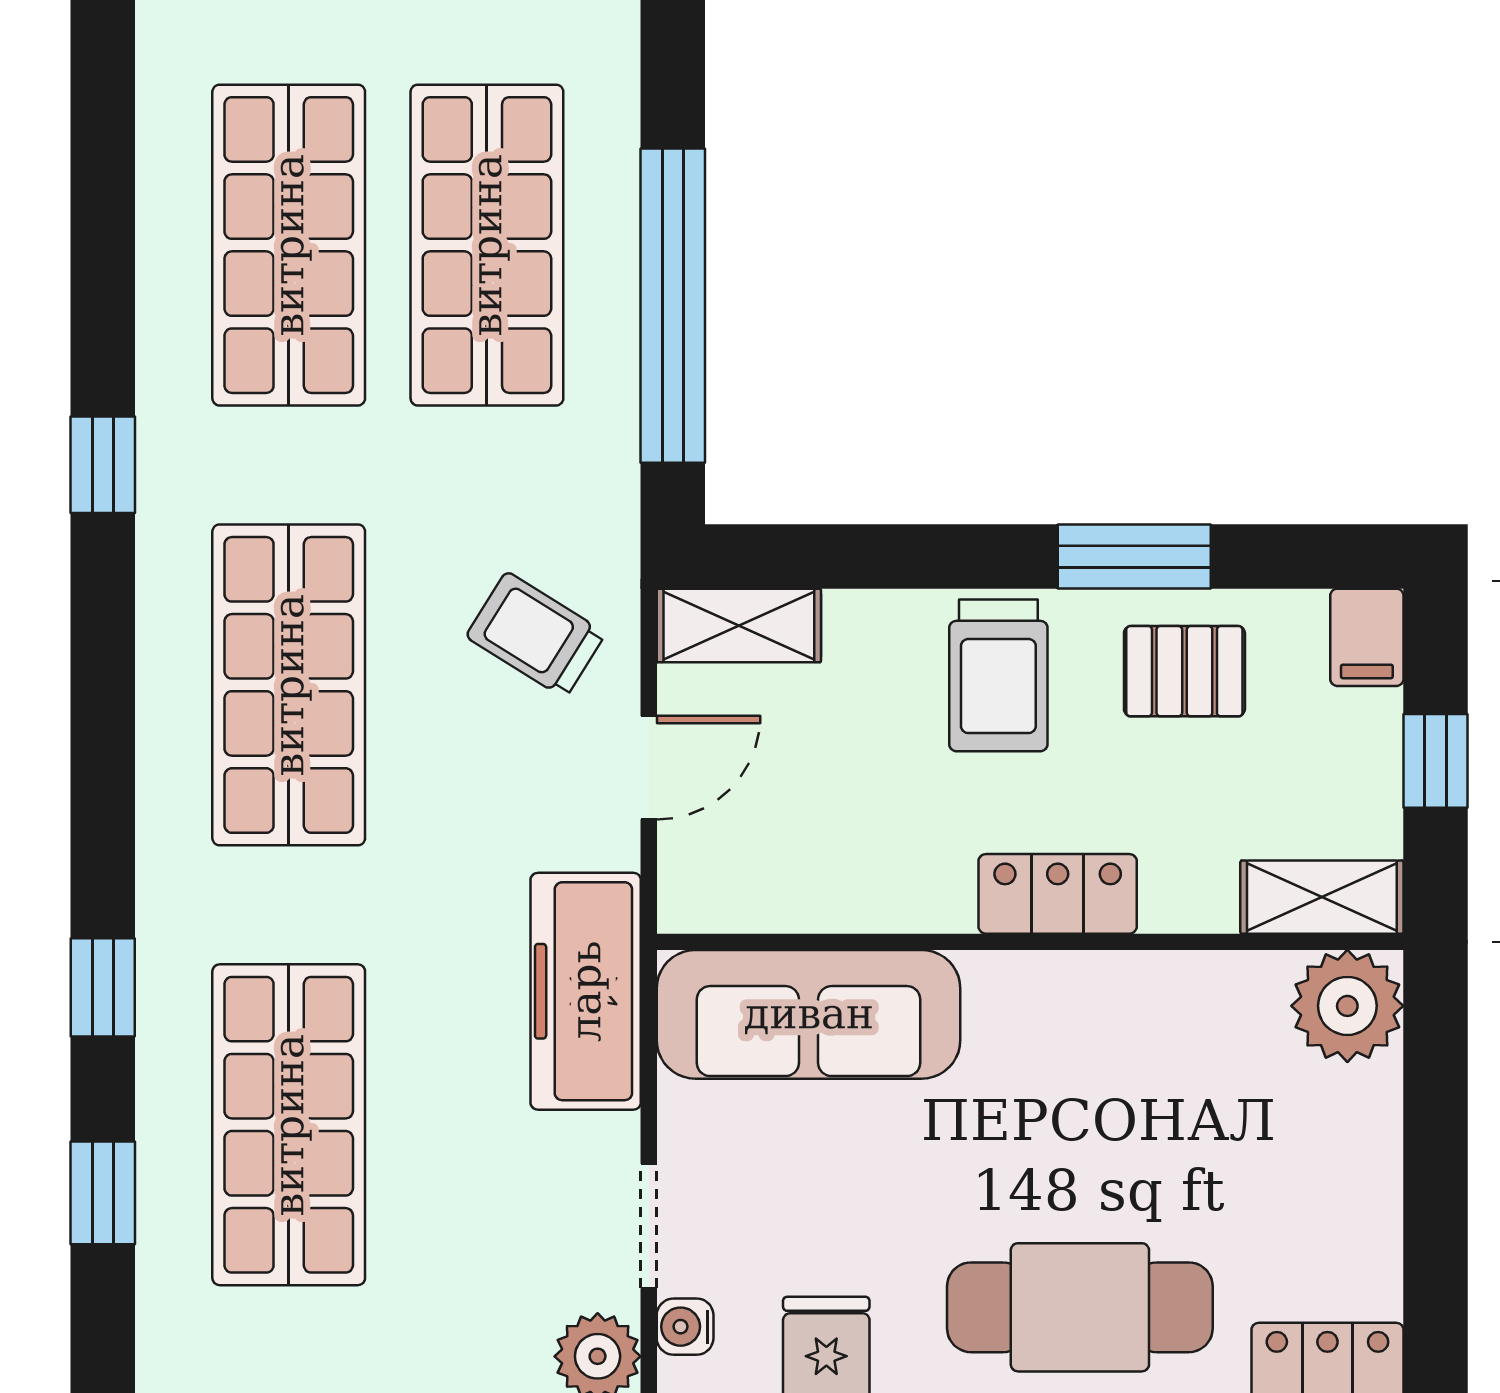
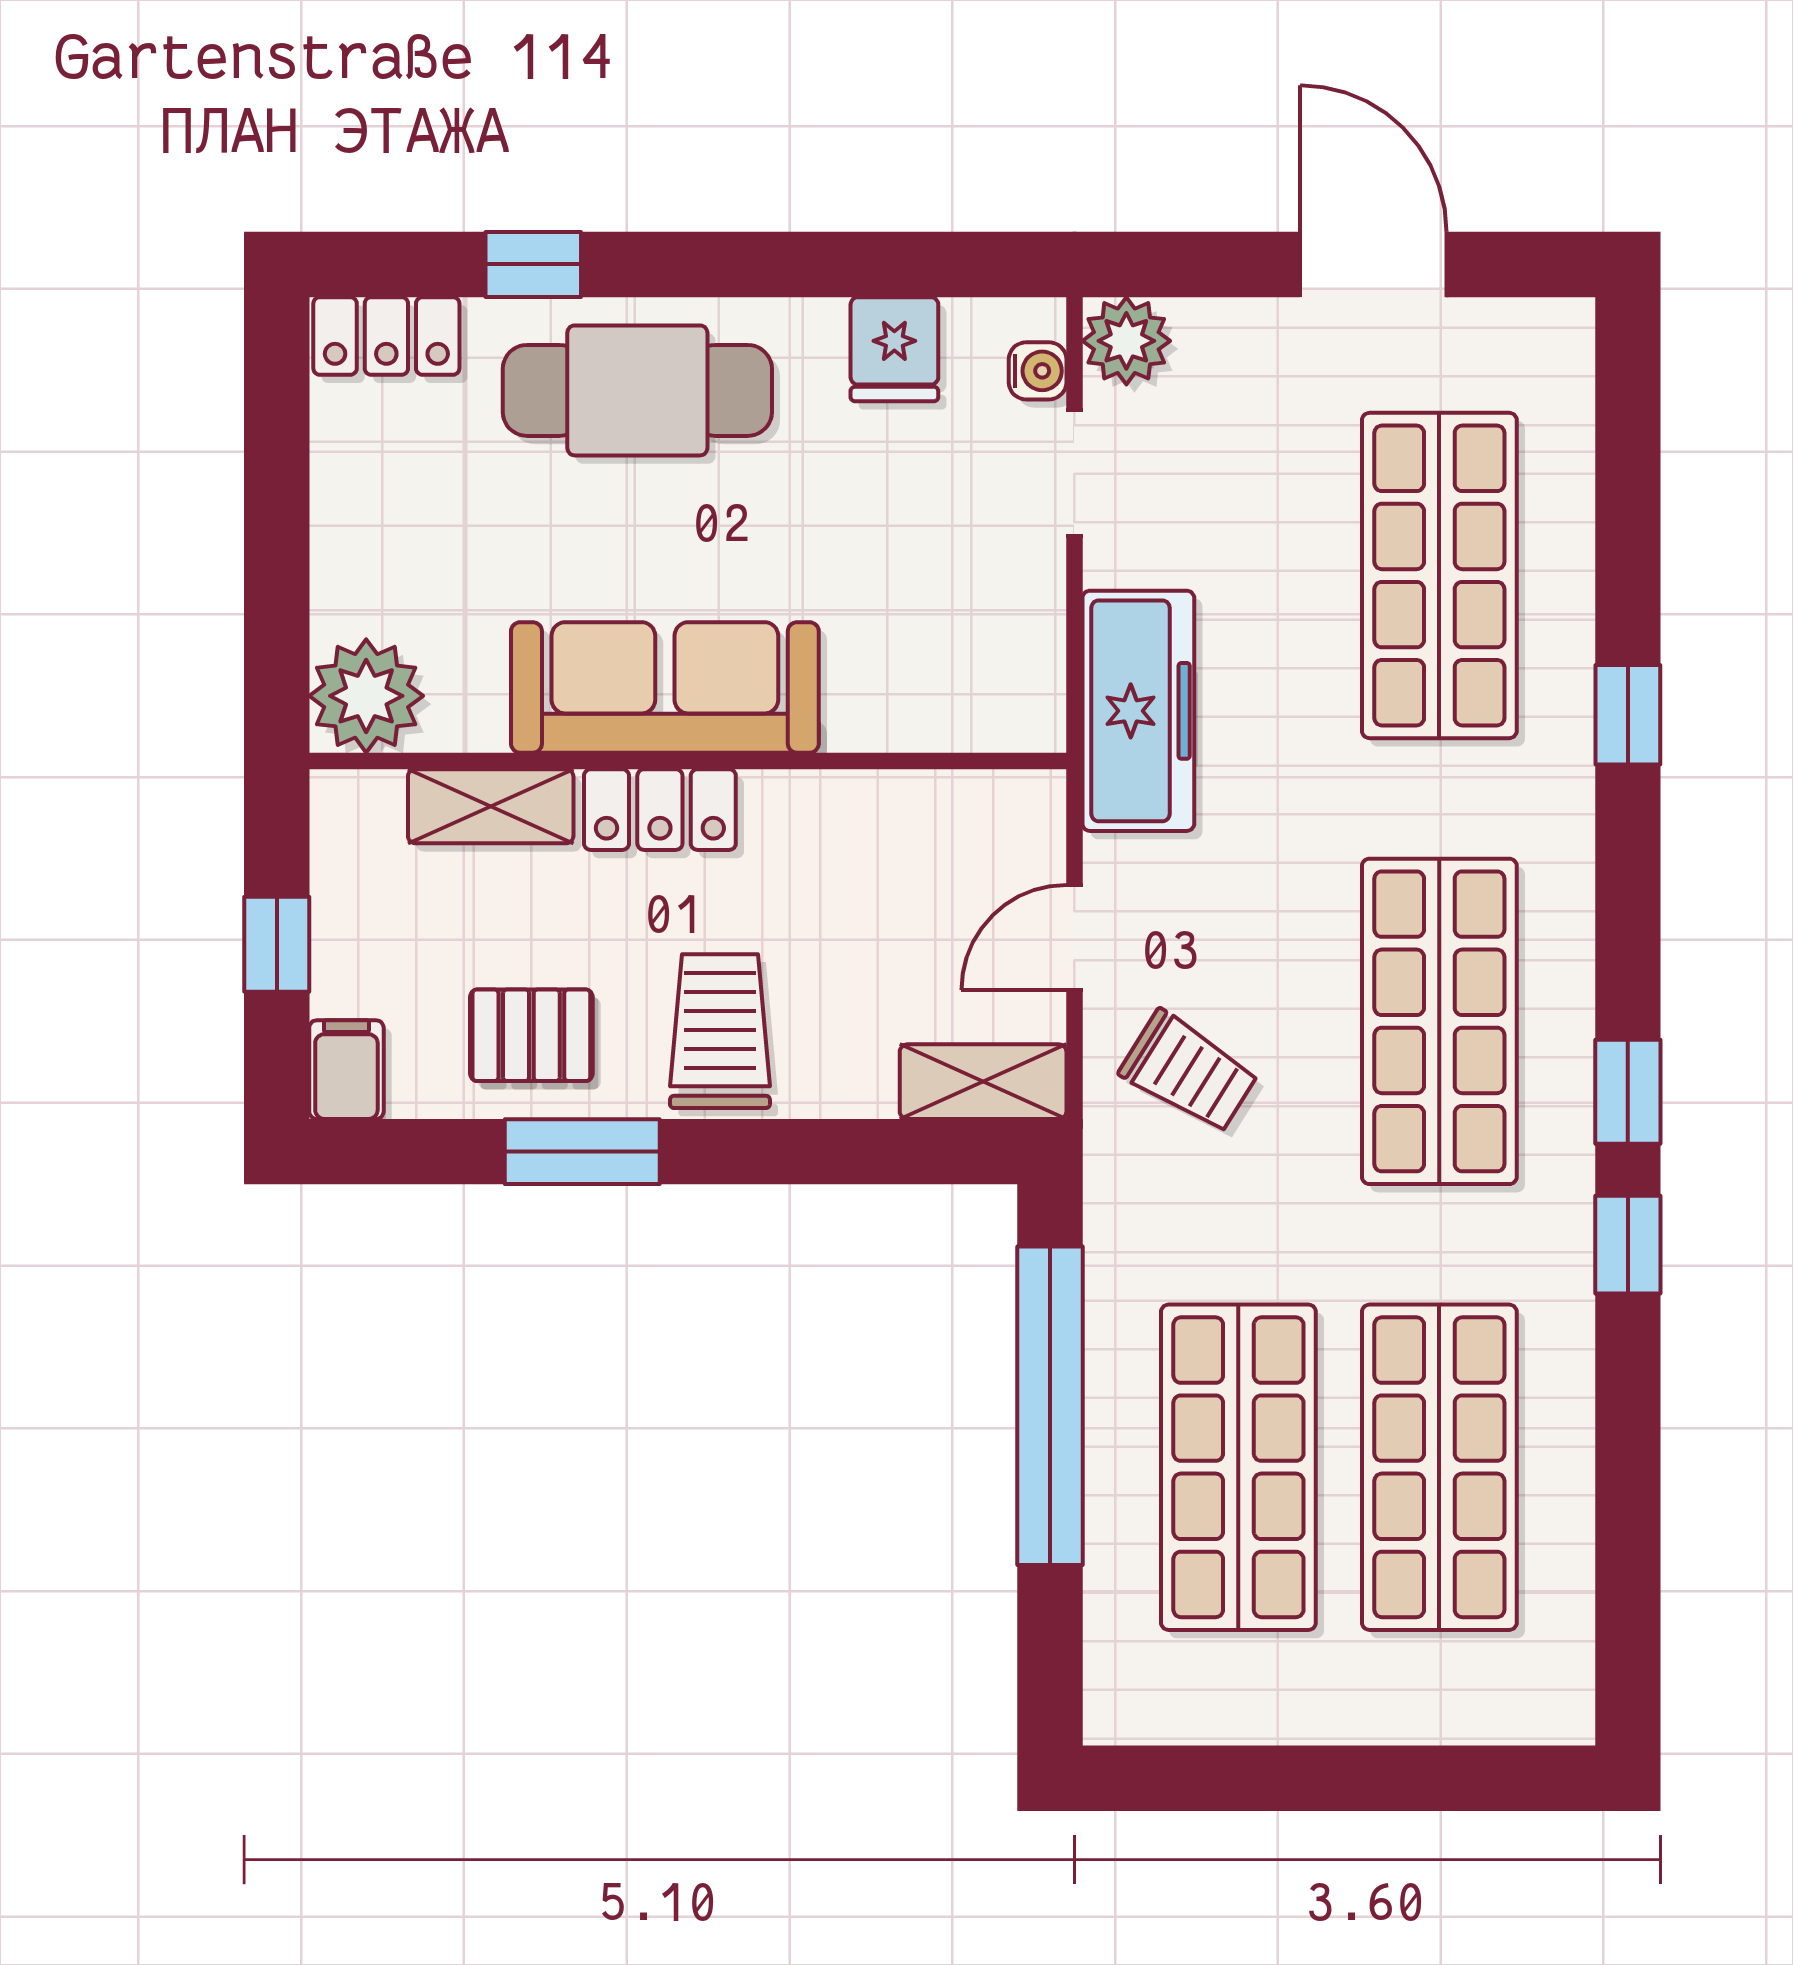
shelving: (1322, 897) -> (491, 806), moved
sofa: (809, 1014) -> (665, 687), moved
window: (103, 1193) -> (1628, 1092), moved

